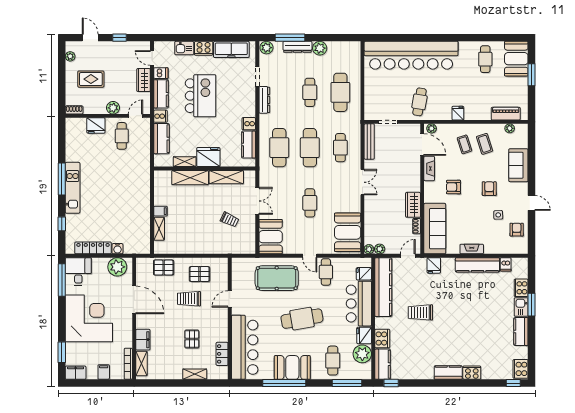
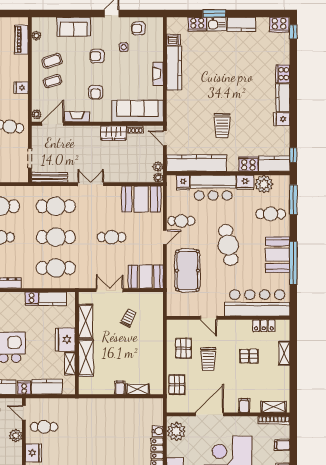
cafe table: (340, 148) -> (56, 206), width x1.37, depth x1.35
fridge: (434, 265) -> (282, 119), moved, turned 180
filing cabinet: (143, 340) -> (244, 405), width x0.50

